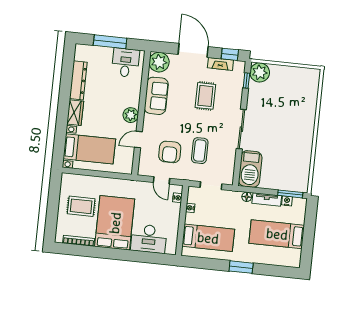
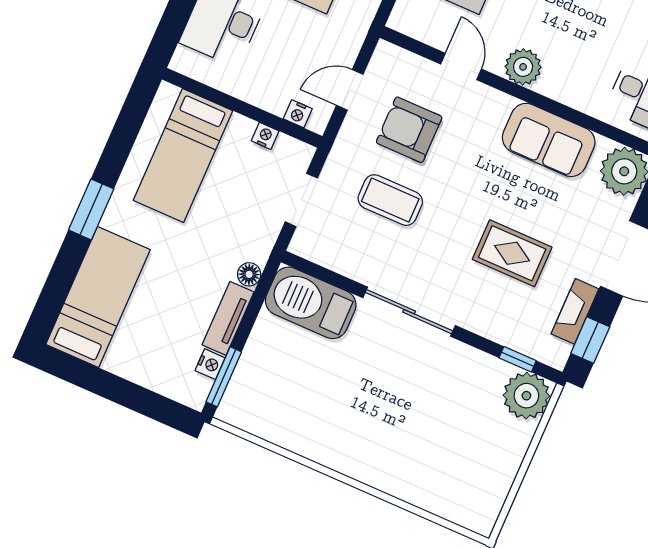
bed: (277, 234) -> (98, 297), moved

